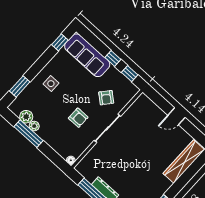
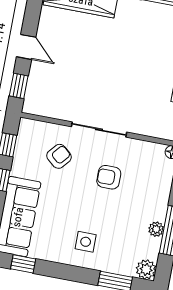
window: (158, 99) -> (19, 86), added
plant: (26, 117) -> (146, 269), moved
armchair: (78, 118) -> (109, 177), turned -90

